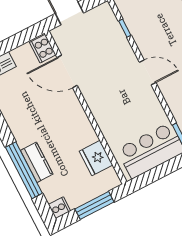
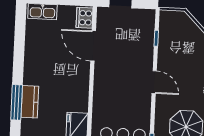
window: (24, 170) -> (17, 102), width x0.68

